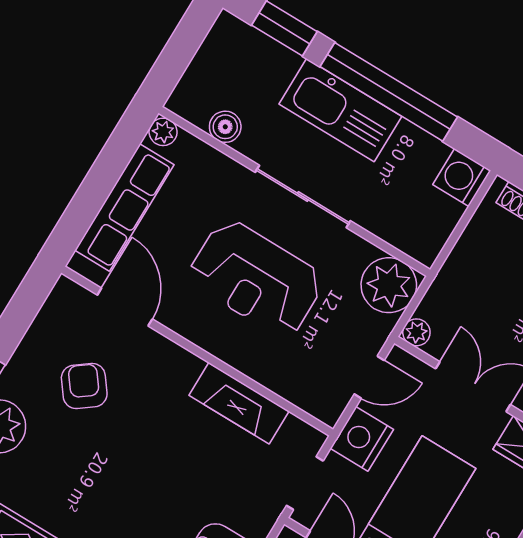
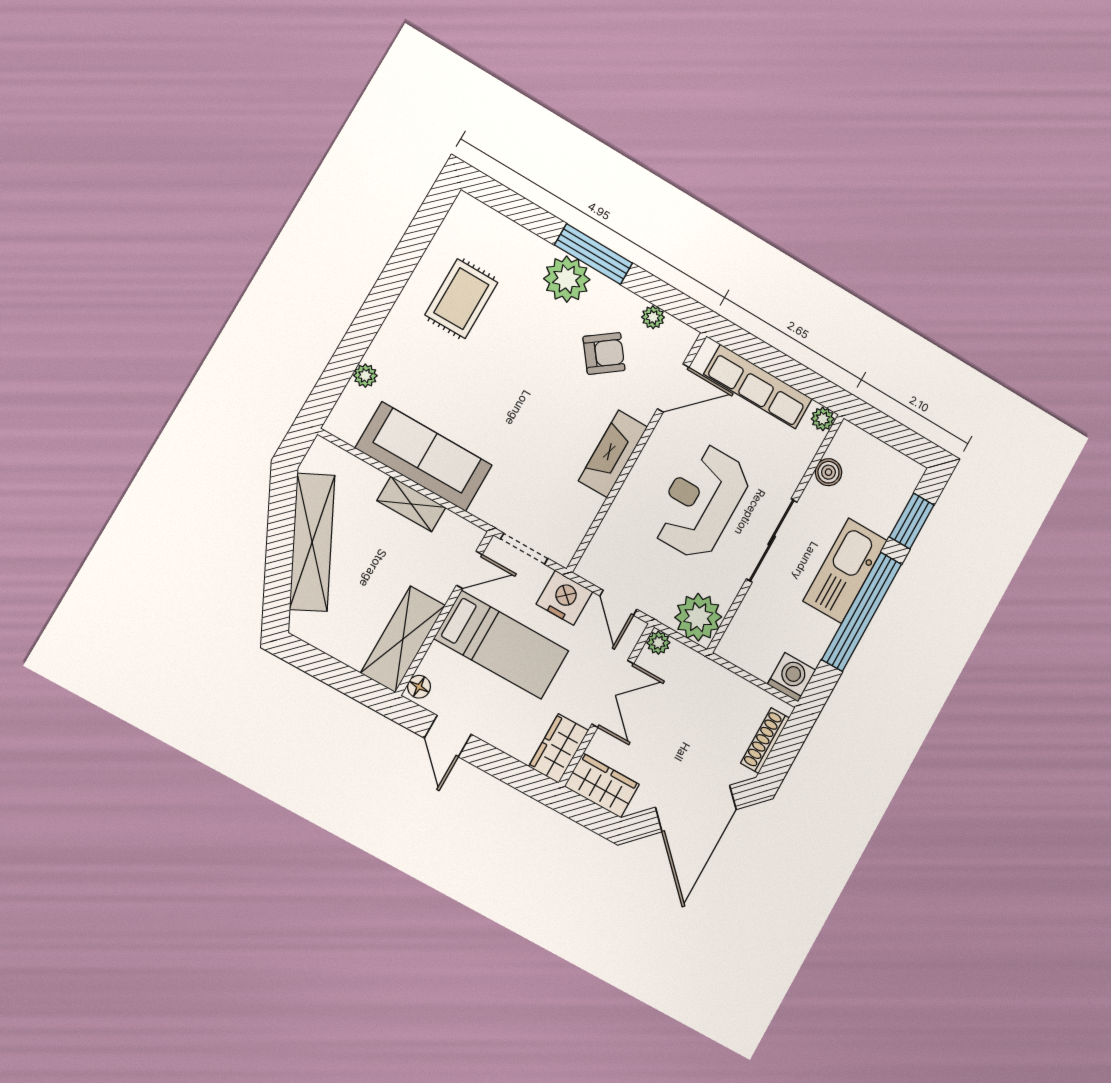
plant: (43, 328) -> (653, 317), added
fireplace: (239, 403) -> (613, 454), moved

